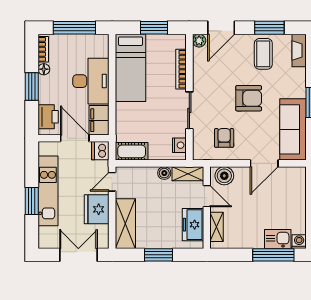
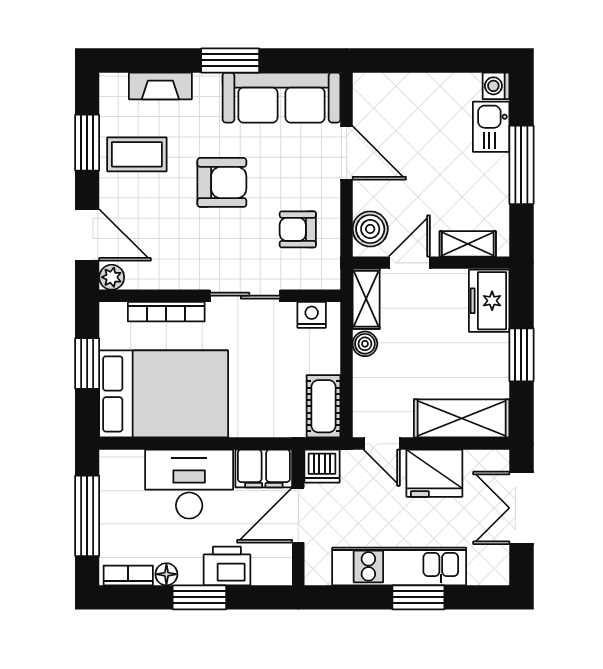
fireplace: (299, 51) -> (160, 86), moved
bed: (130, 68) -> (164, 394), width x1.50
armchair: (249, 98) -> (222, 182), turned 90
printer: (48, 117) -> (227, 566), moved
freezer: (193, 225) -> (489, 301), moved, turned 90
window: (273, 255) -> (521, 165), moved

